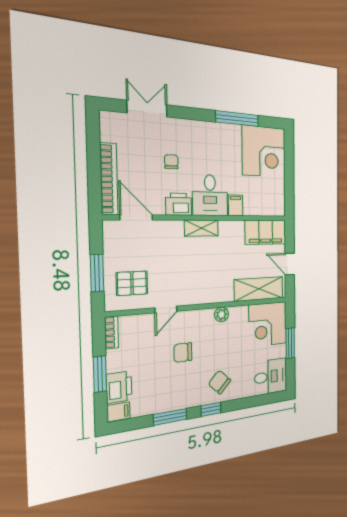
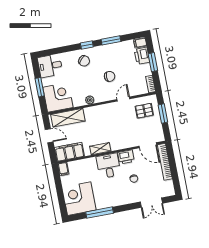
filing cabinet: (236, 205) -> (63, 169), moved
shelving: (201, 228) -> (100, 149), moved

